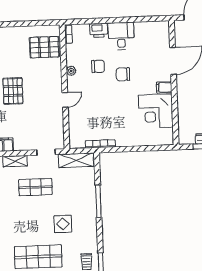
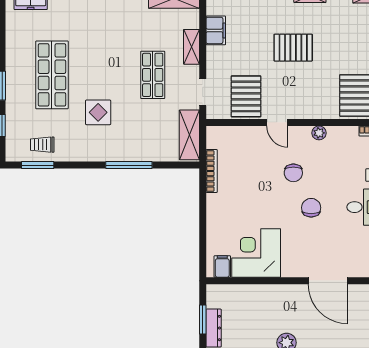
chair: (98, 66) -> (293, 173), moved
filing cabinet: (164, 87) -> (222, 266), moved
pallet: (48, 122) -> (246, 96), added

